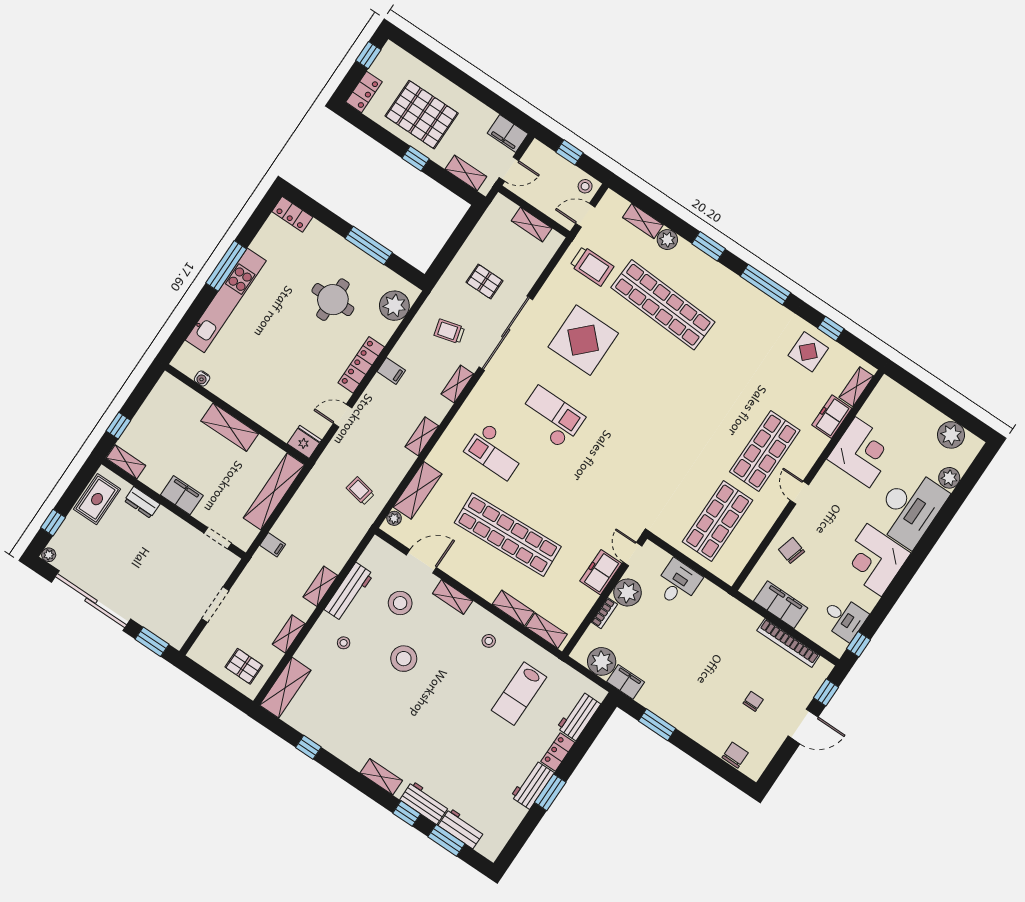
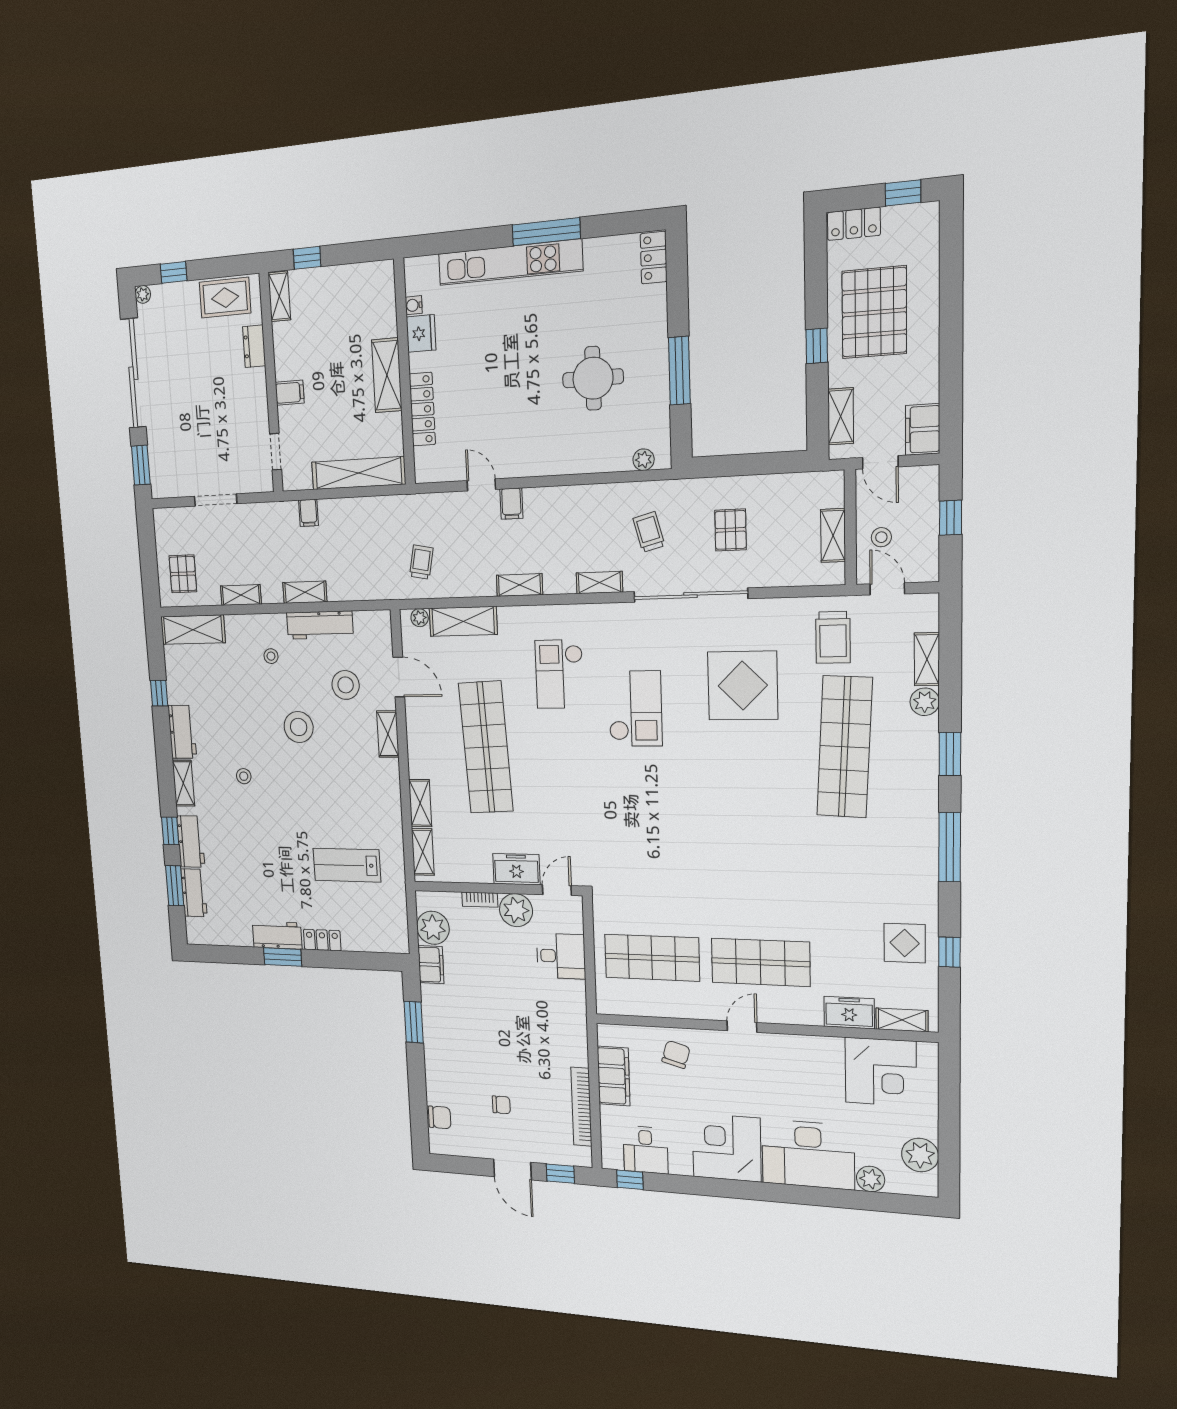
stool: (585, 186) -> (881, 537), moved
plant: (394, 306) -> (644, 460), width x0.53, depth x0.53
locker: (361, 365) -> (422, 409), moved, turned 90
filing cabinet: (391, 371) -> (511, 504), moved
fridge: (304, 442) -> (421, 333), moved
corner desk: (862, 452) -> (881, 1072), moved
filing cabinet: (182, 495) -> (290, 393), width x0.50
stool: (489, 641) -> (244, 776), moved
workbench: (579, 716) -> (182, 732), moved, turned 90

